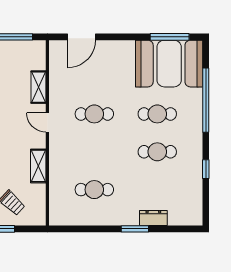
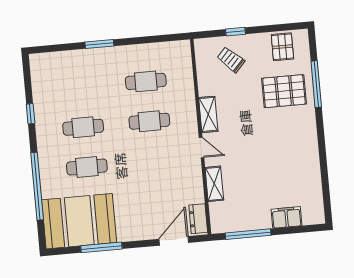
window: (170, 37) -> (101, 247), moved
cafe table: (94, 114) -> (149, 121), moved
shelving: (38, 166) -> (208, 114), moved
dresser: (153, 218) -> (198, 219), moved, turned 90

